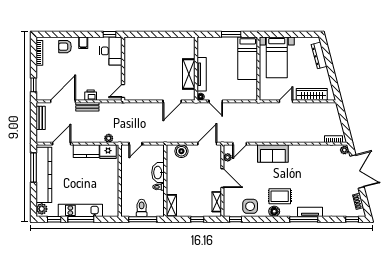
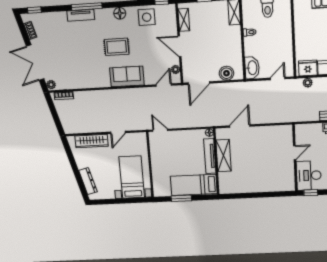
bed: (248, 58) -> (194, 185), moved, turned -90
door: (123, 91) -> (295, 153), moved
door: (216, 101) -> (160, 130), moved
washbasin: (158, 173) -> (252, 68), moved
rug: (280, 196) -> (117, 47), moved

